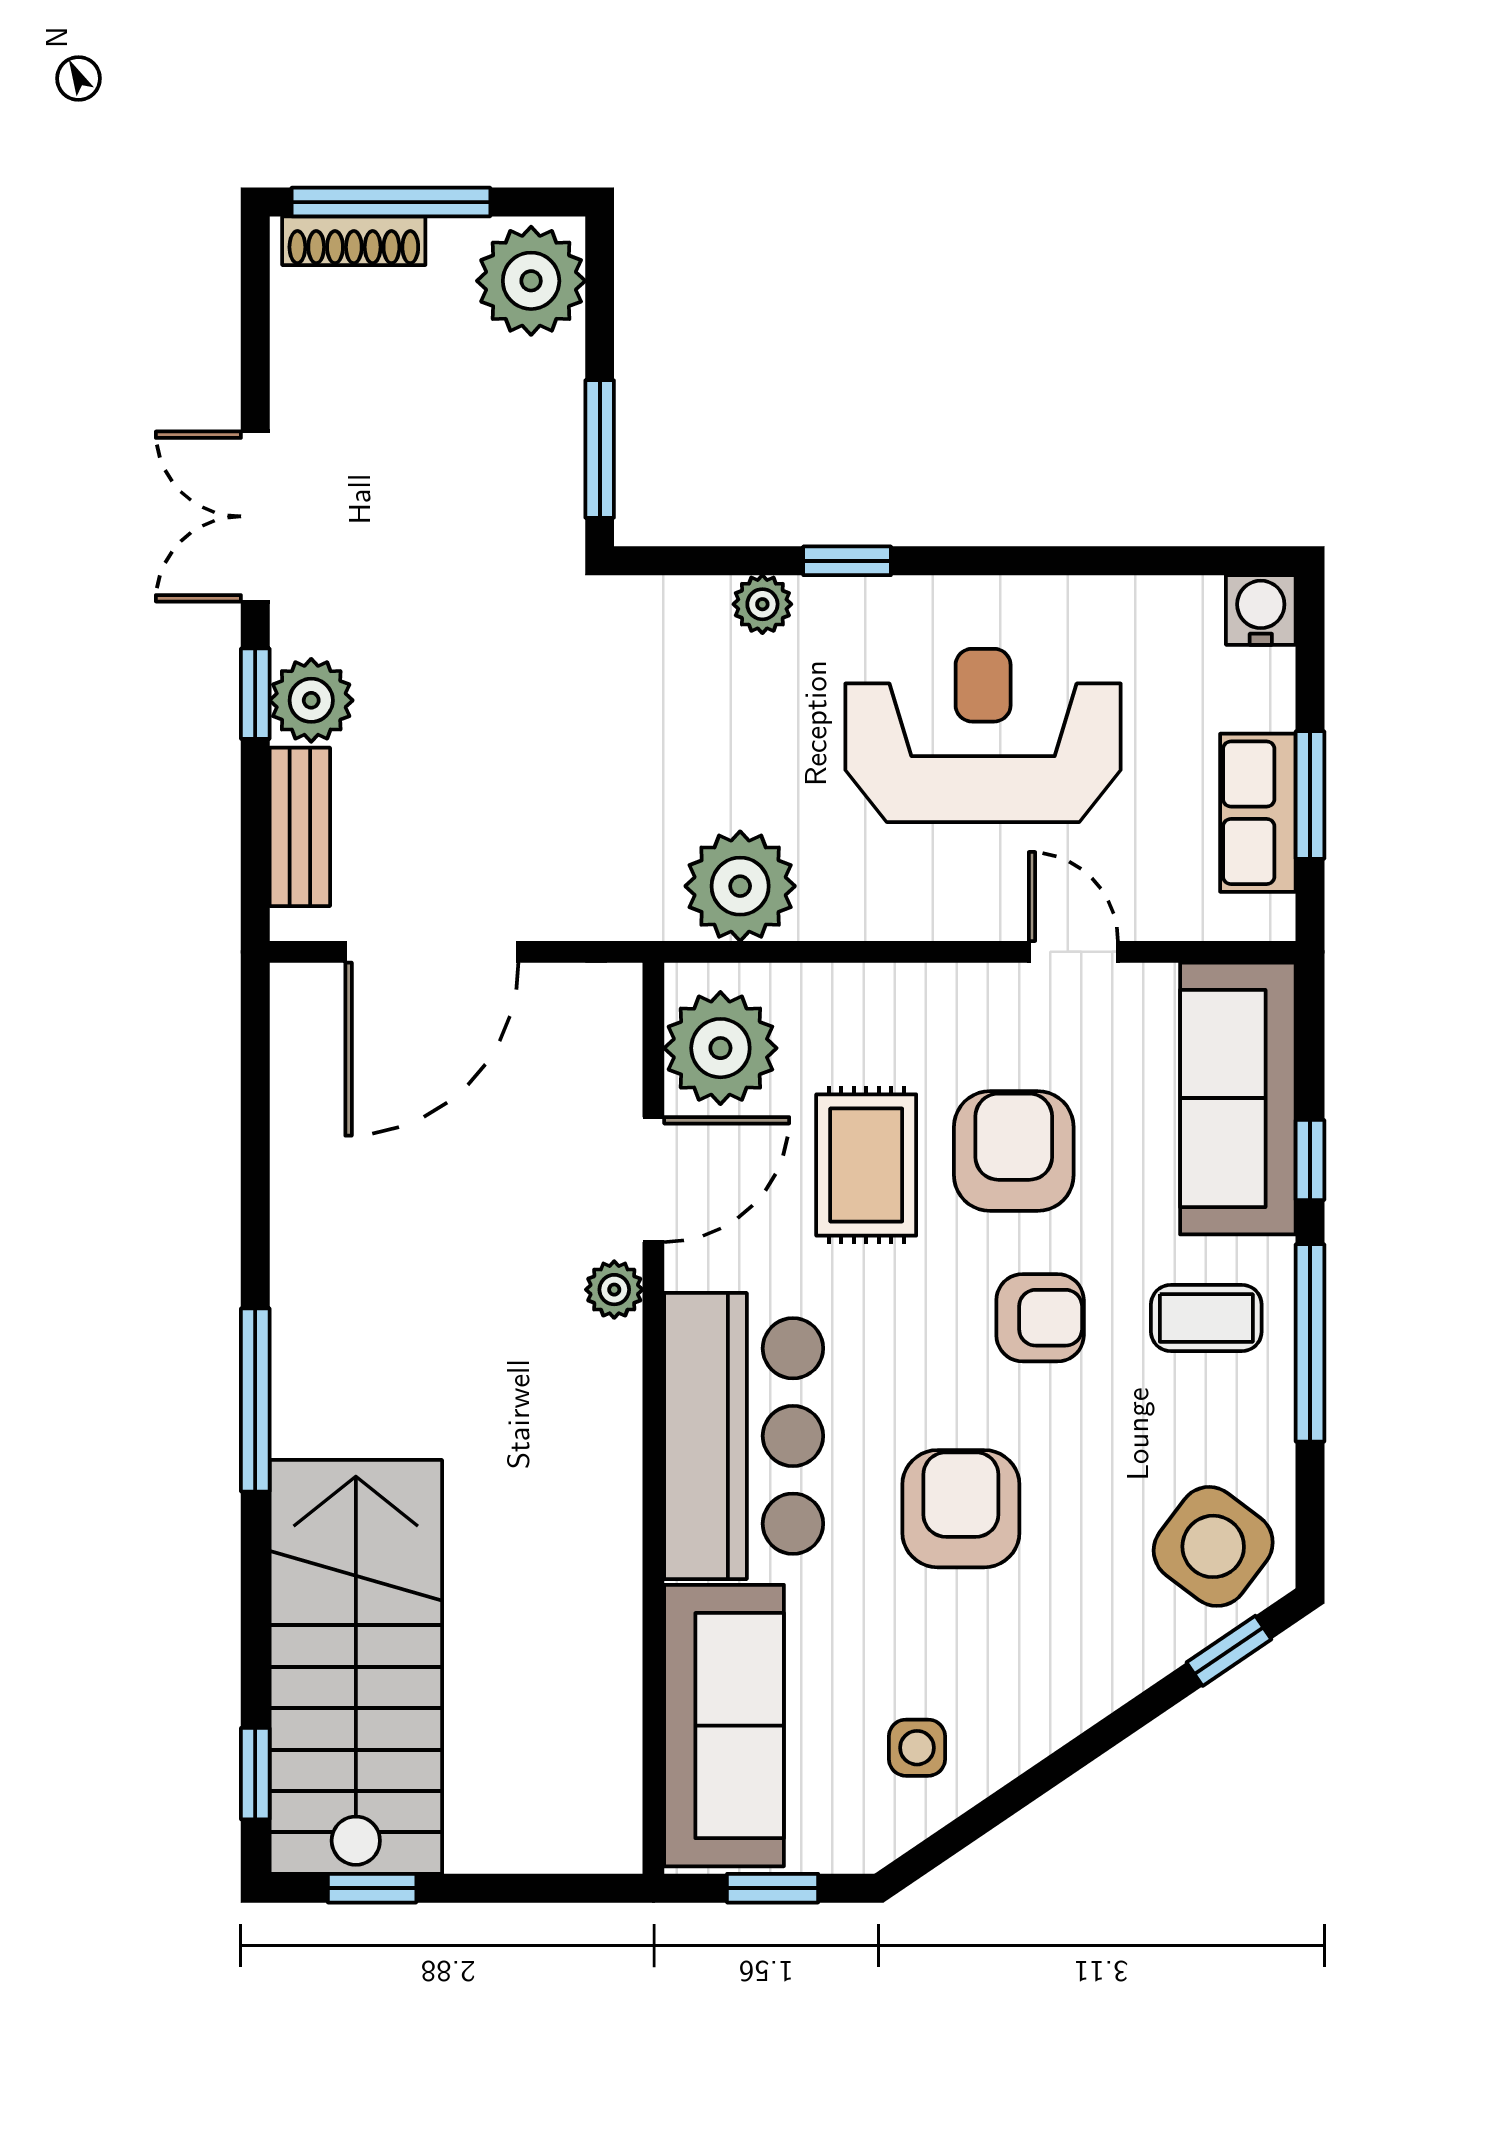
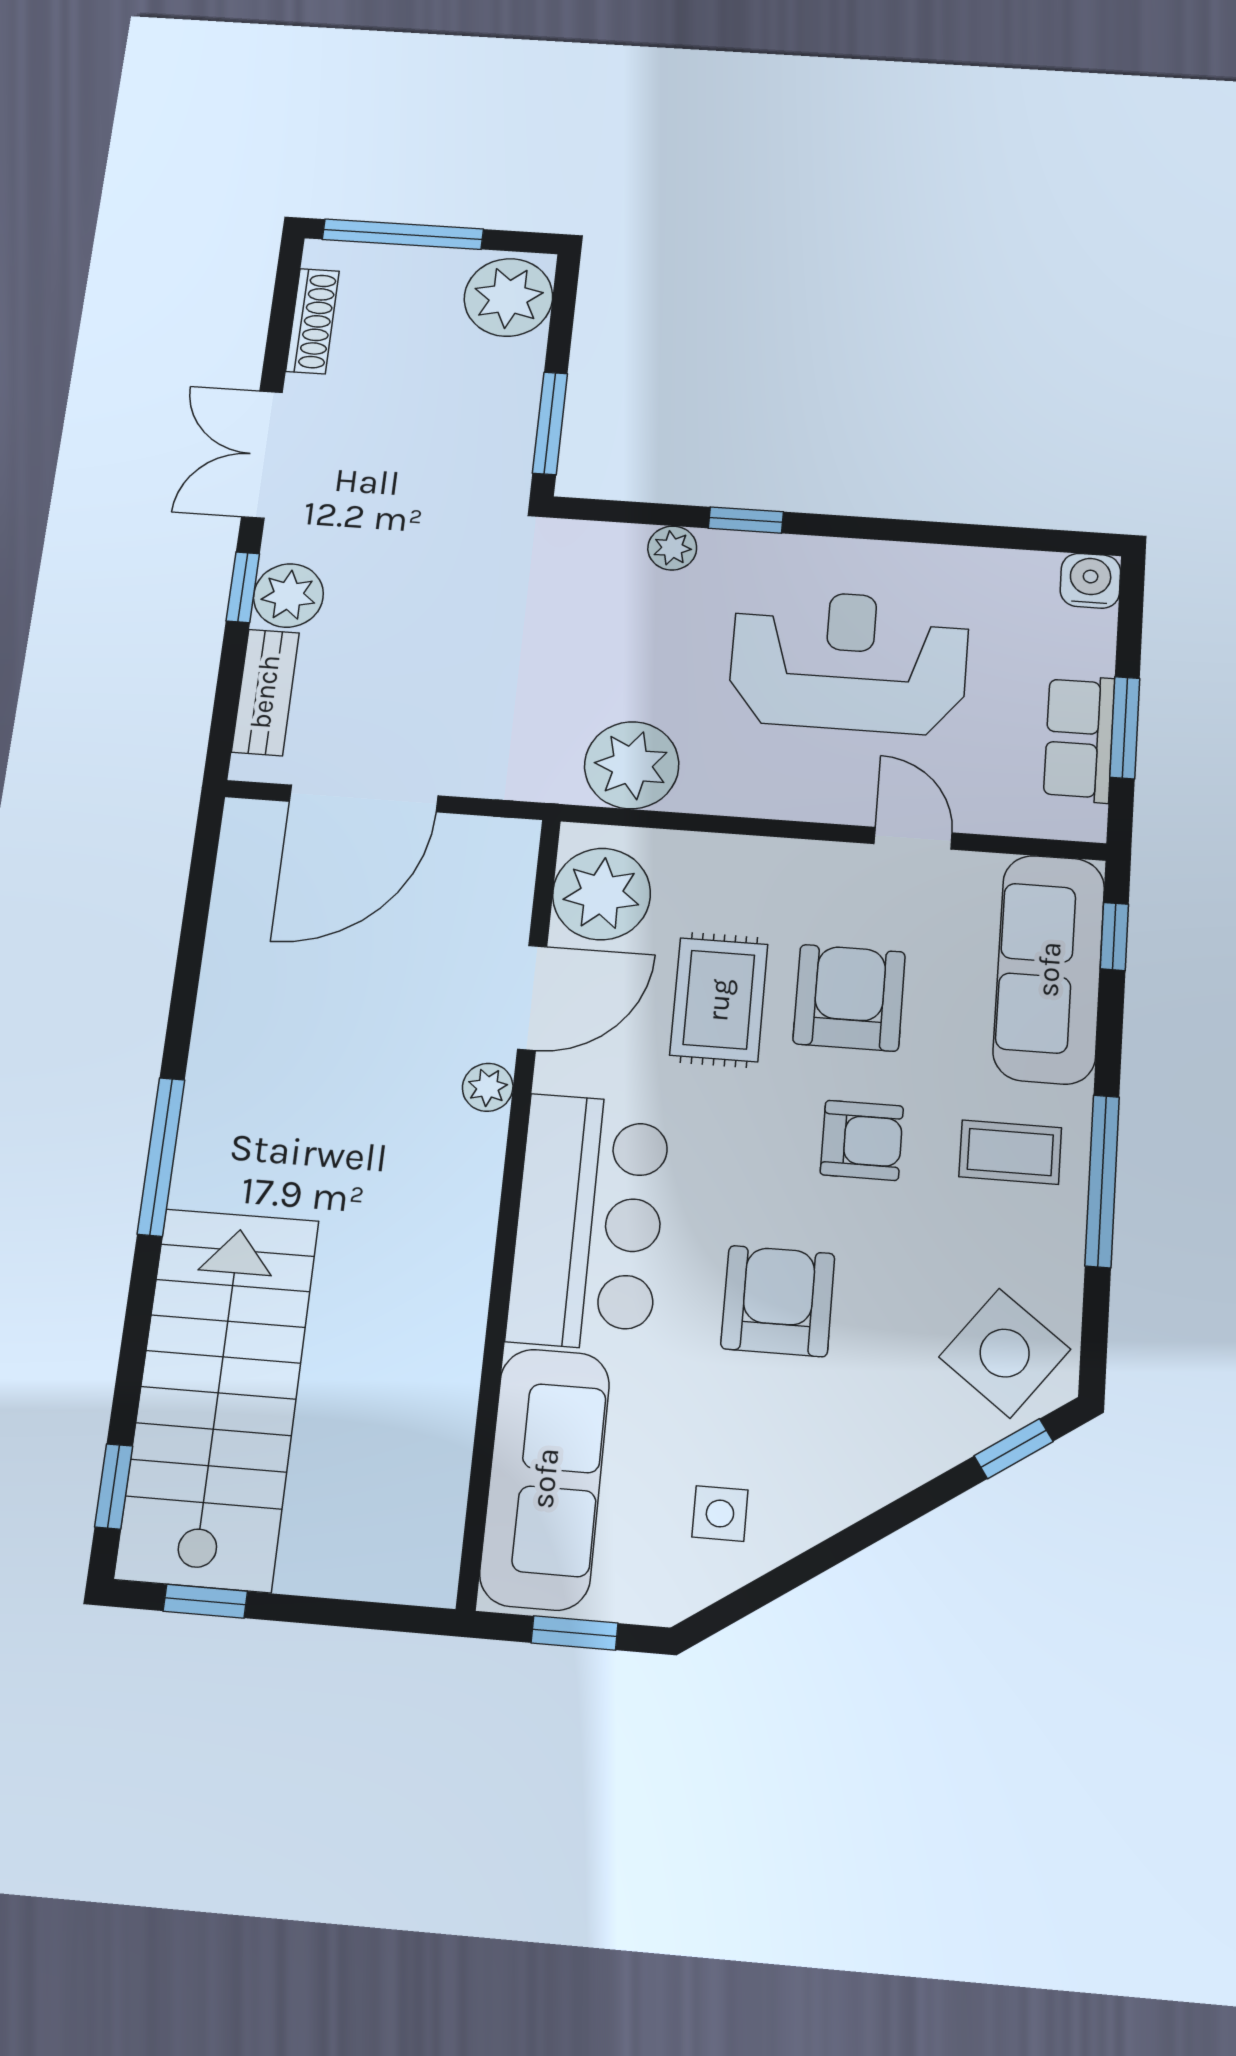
shoe rack: (354, 241) -> (313, 321), moved, turned -90
window: (1310, 1160) -> (1114, 936), moved

